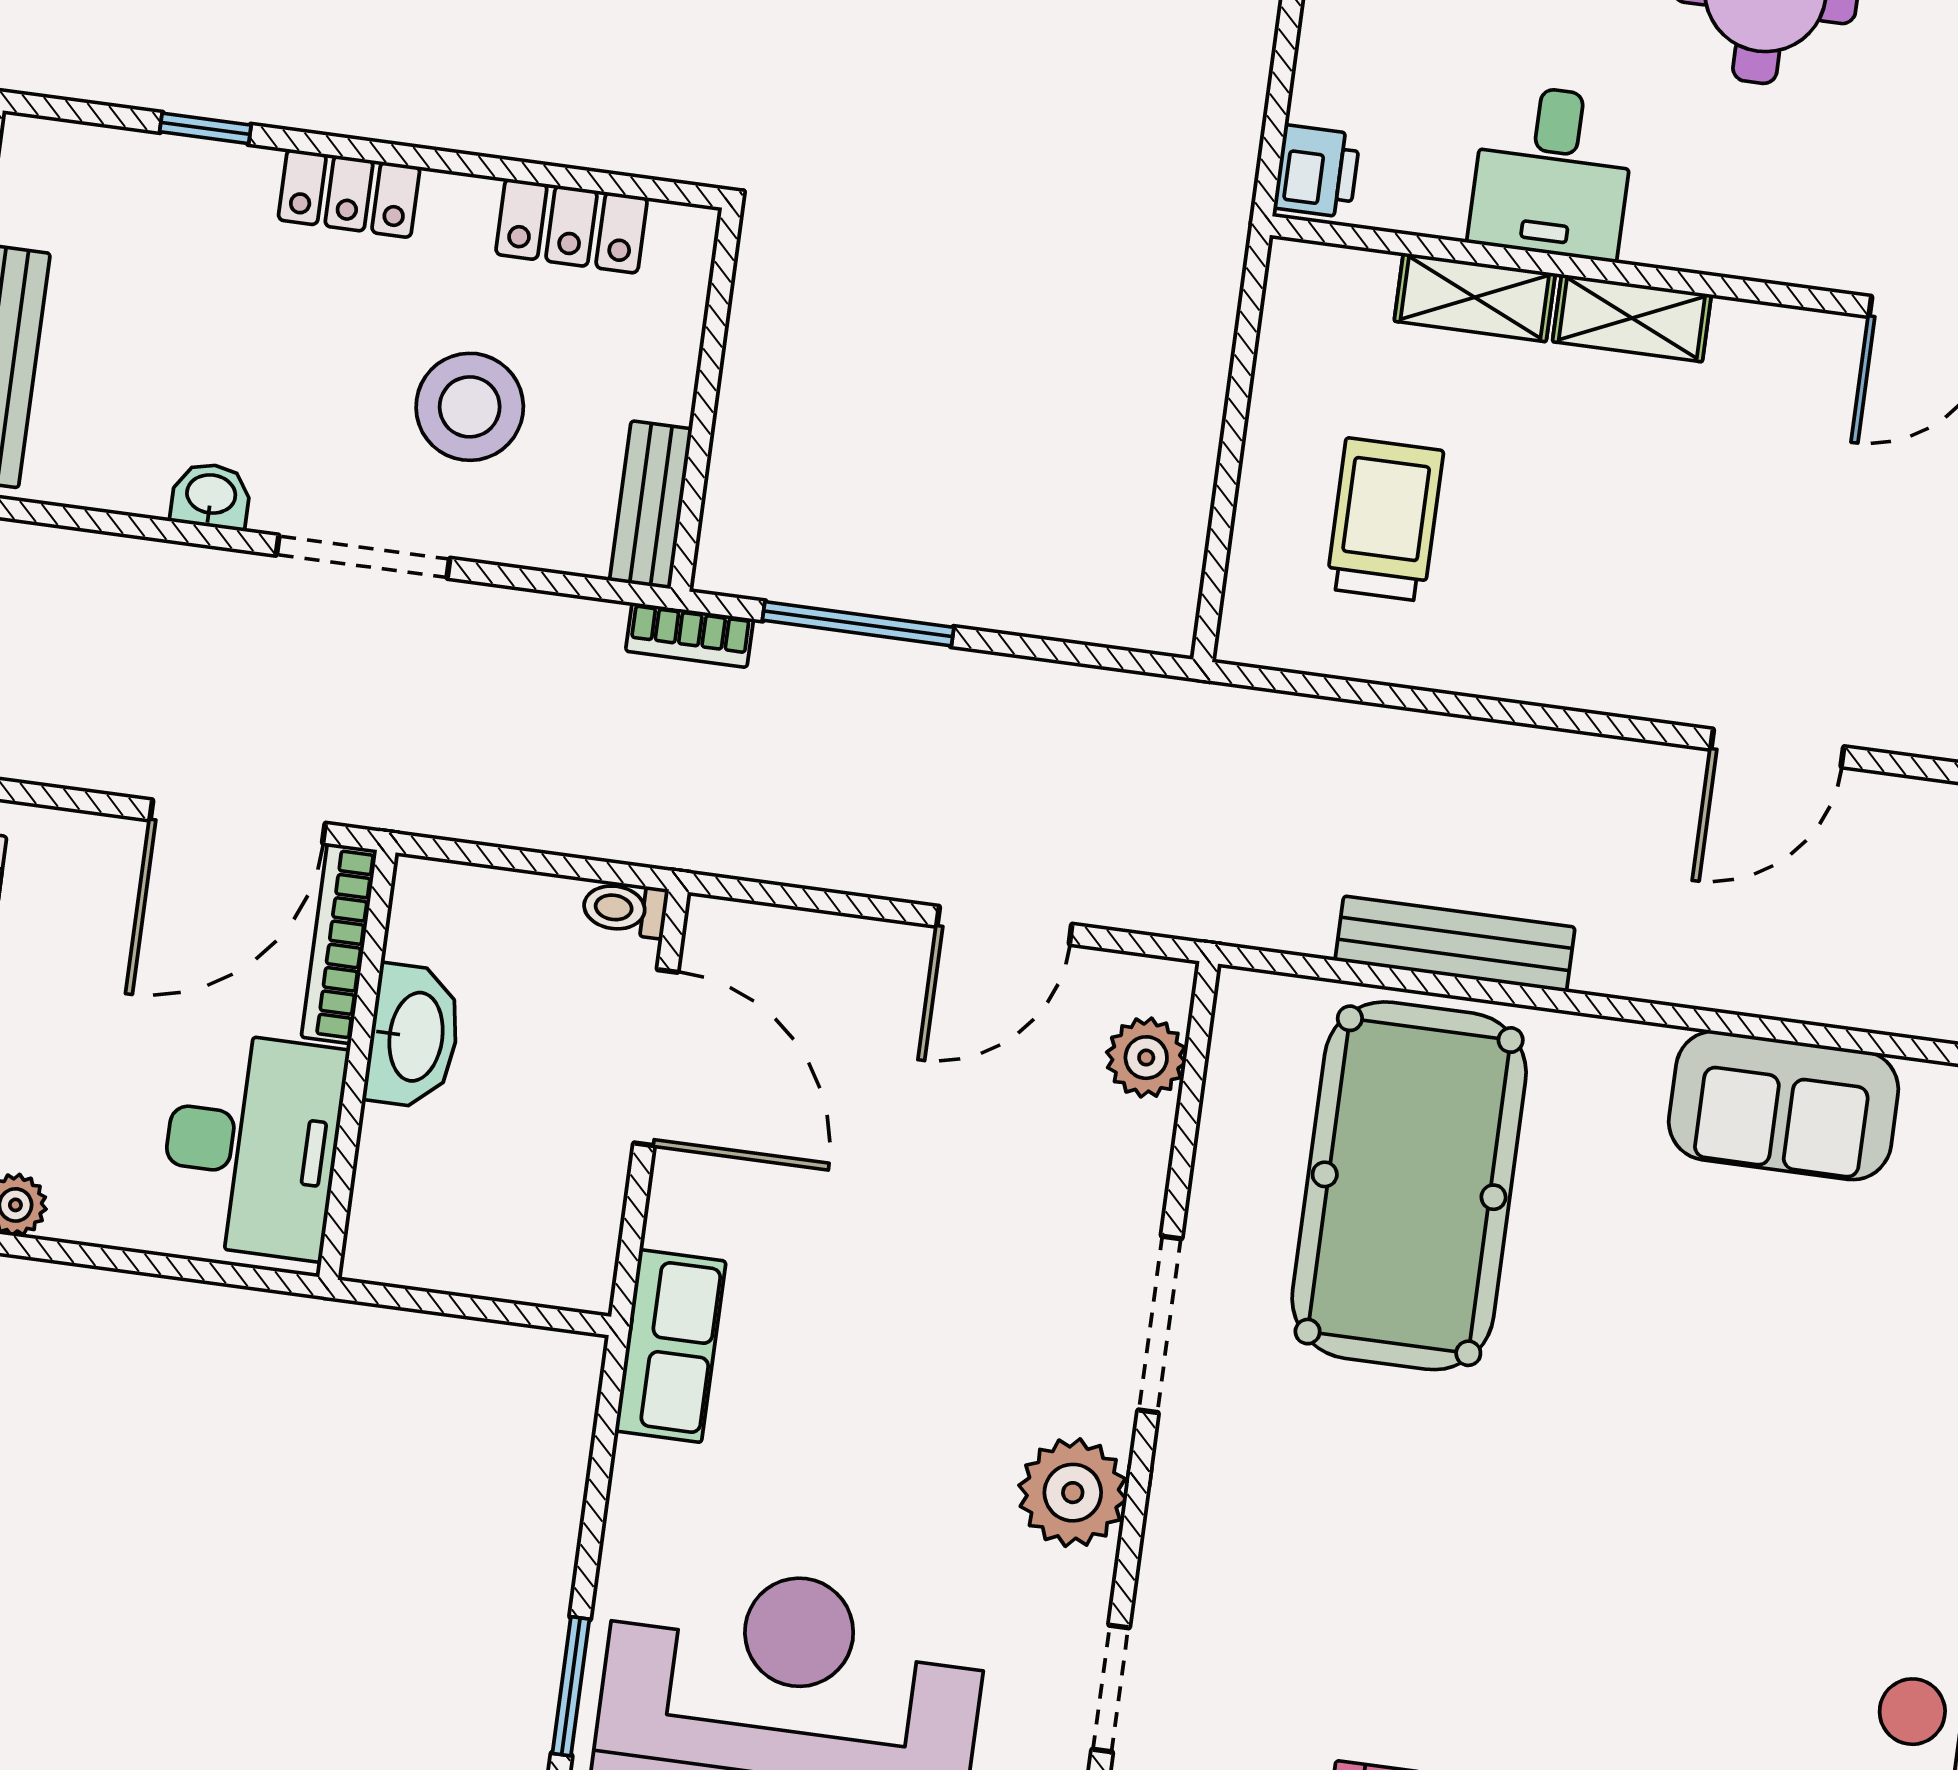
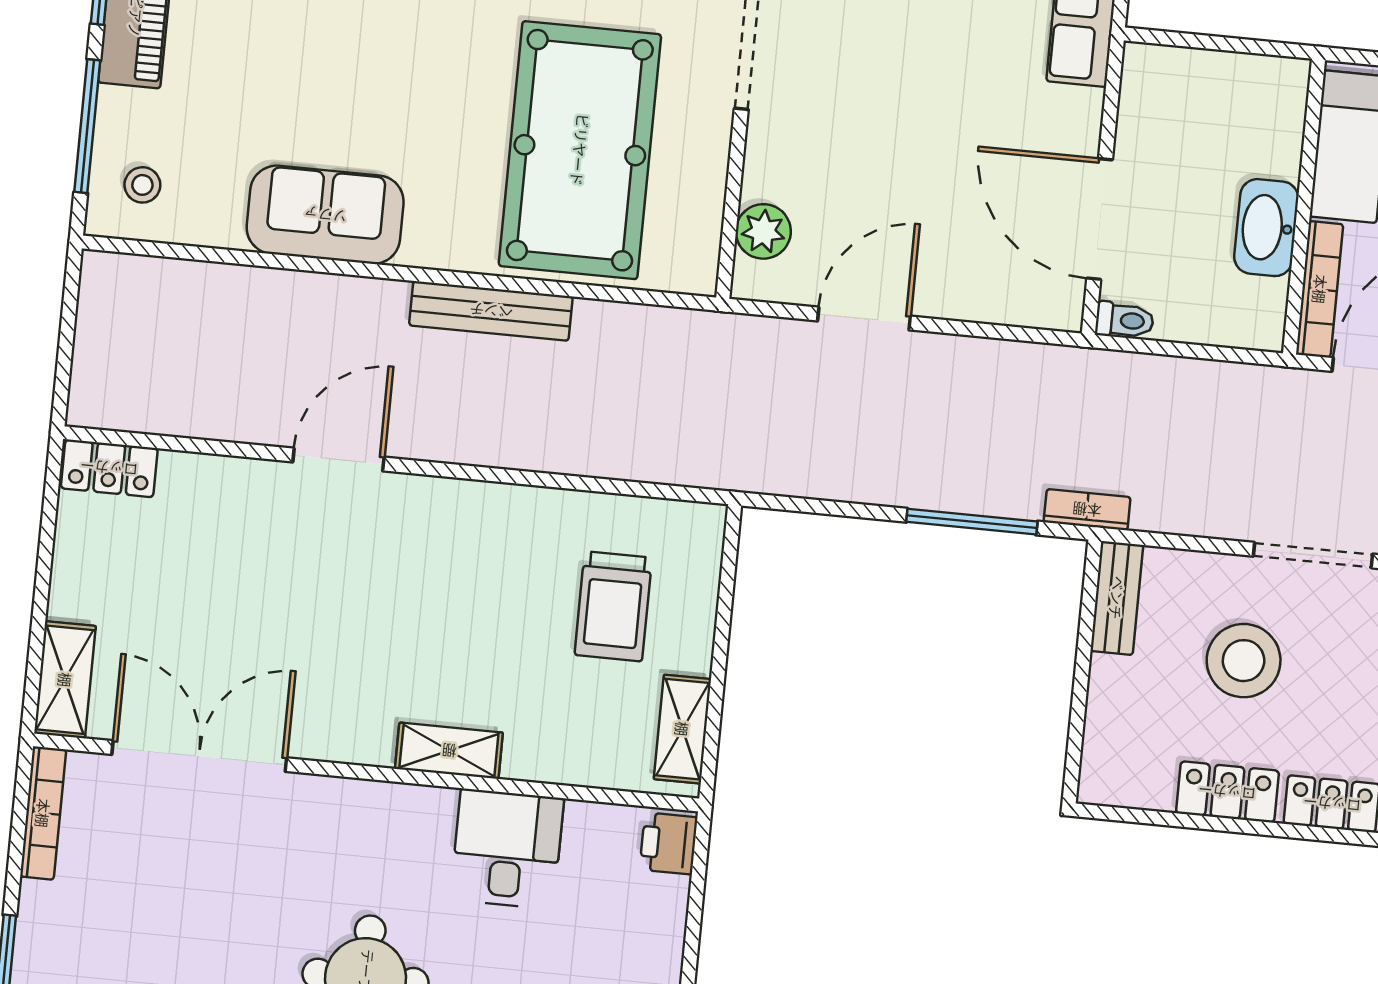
locker: (571, 226) -> (1227, 792), moved
shelving: (1475, 297) -> (682, 729), moved, turned 90
bench: (1455, 944) -> (491, 311), moved

